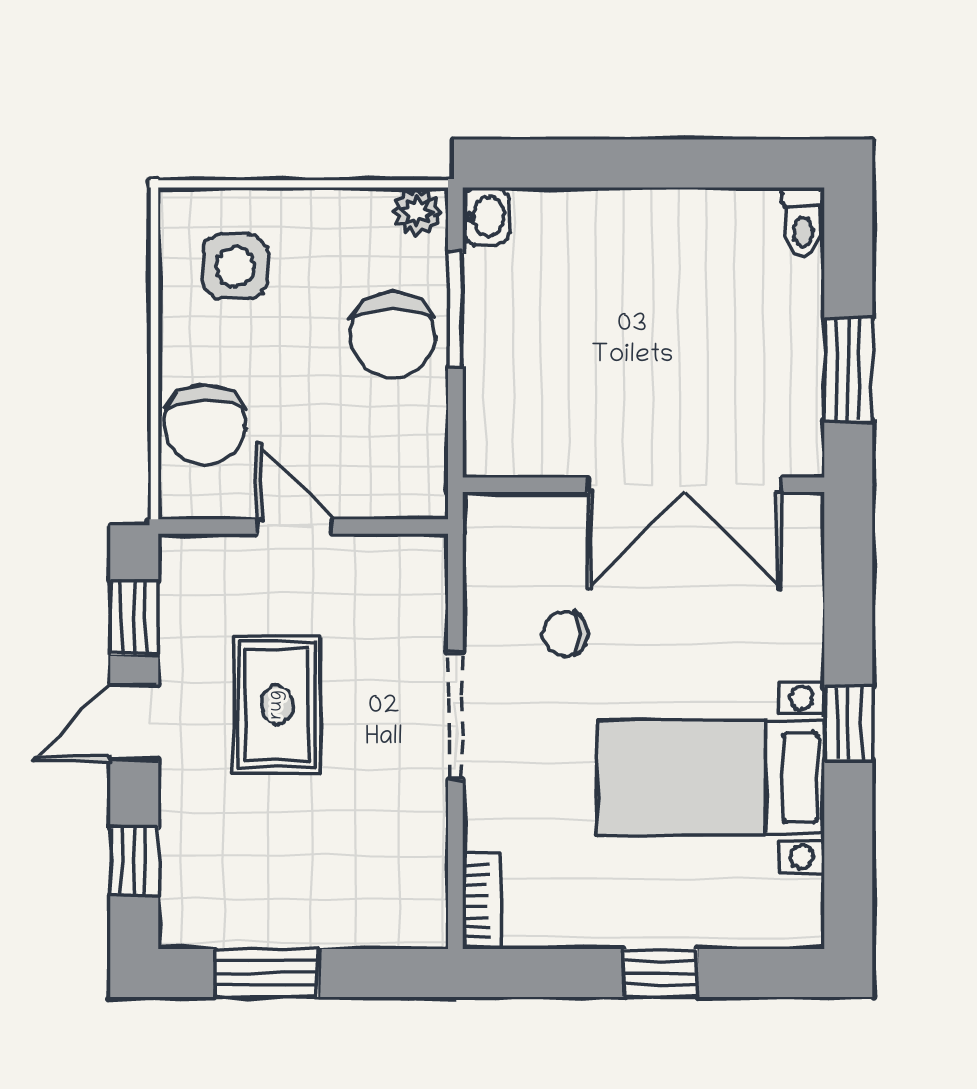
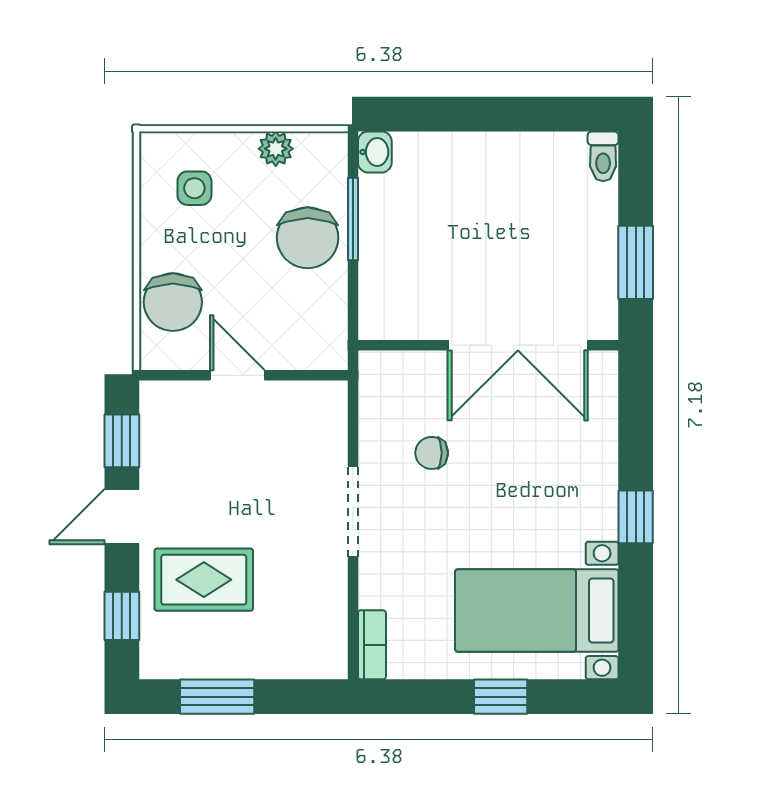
plant: (417, 212) -> (276, 149), moved
side table: (235, 266) -> (194, 188), width x0.73, depth x0.73
rug: (277, 705) -> (204, 580), moved, turned 90
bed with nightstands: (711, 777) -> (537, 610), moved

